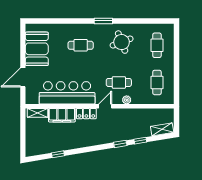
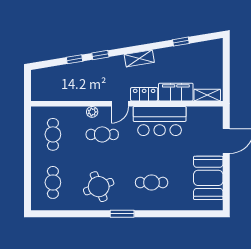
bar counter: (67, 93) -> (160, 121), width x0.73
shelving: (162, 129) -> (139, 58), moved

